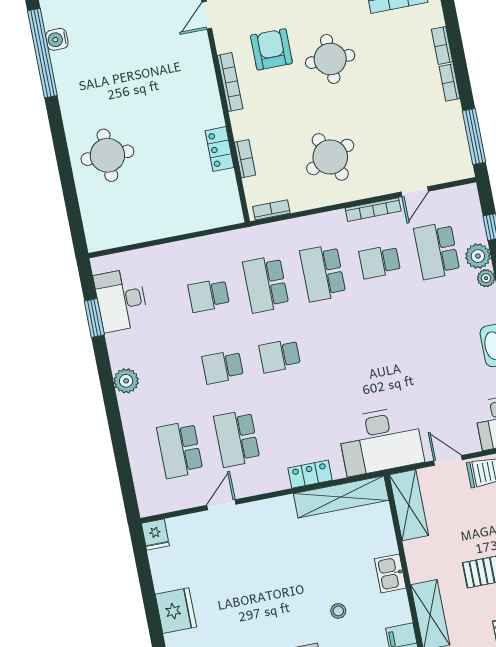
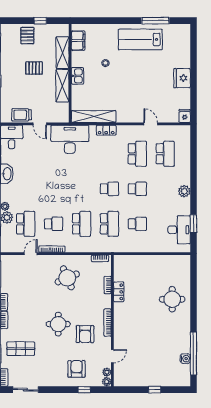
door: (221, 505) -> (151, 124), swing flipped
shelving: (409, 505) -> (62, 86), moved

